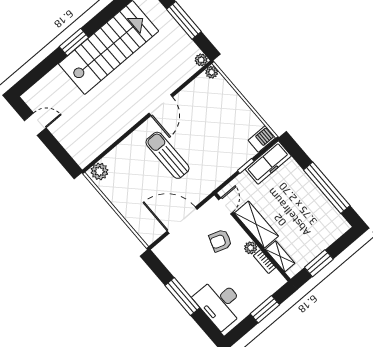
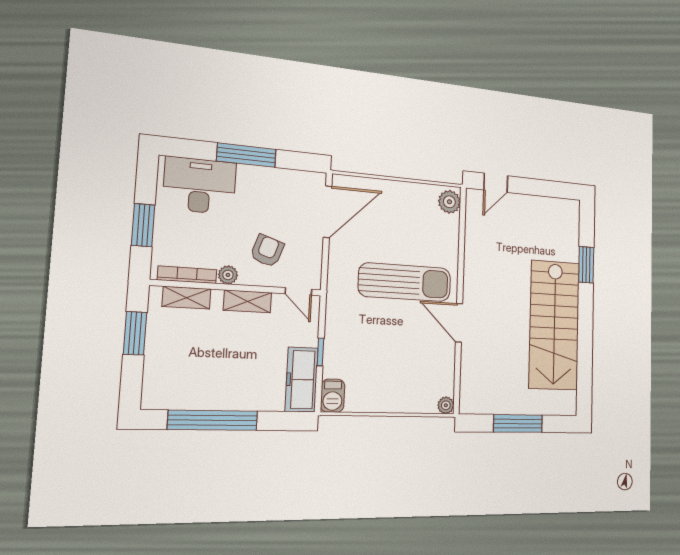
window: (74, 42) -> (586, 265), moved
plant: (201, 60) -> (467, 406), removed
door: (35, 124) -> (496, 183), moved
sun lounger: (167, 155) -> (405, 282), width x1.36, depth x1.34
door: (182, 220) -> (328, 212), moved
shelving: (256, 225) -> (248, 301), width x0.67, depth x0.75
bookcase: (265, 262) -> (187, 275), width x1.56

